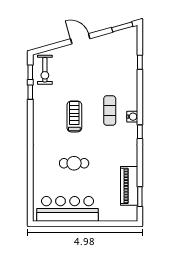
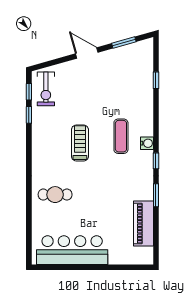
window: (122, 27) -> (124, 43), moved
cafe table: (74, 163) -> (55, 195), moved
window: (140, 197) -> (156, 195), moved

